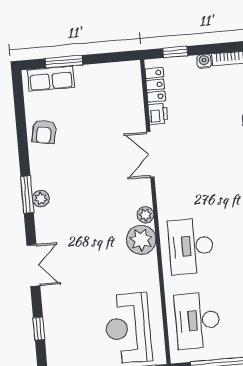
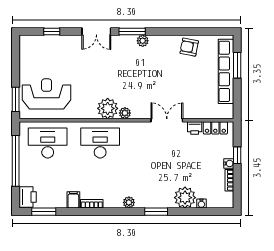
window: (175, 52) -> (237, 155), moved
row of seats: (51, 79) -> (226, 71), width x2.02
window: (27, 195) -> (132, 31), moved

